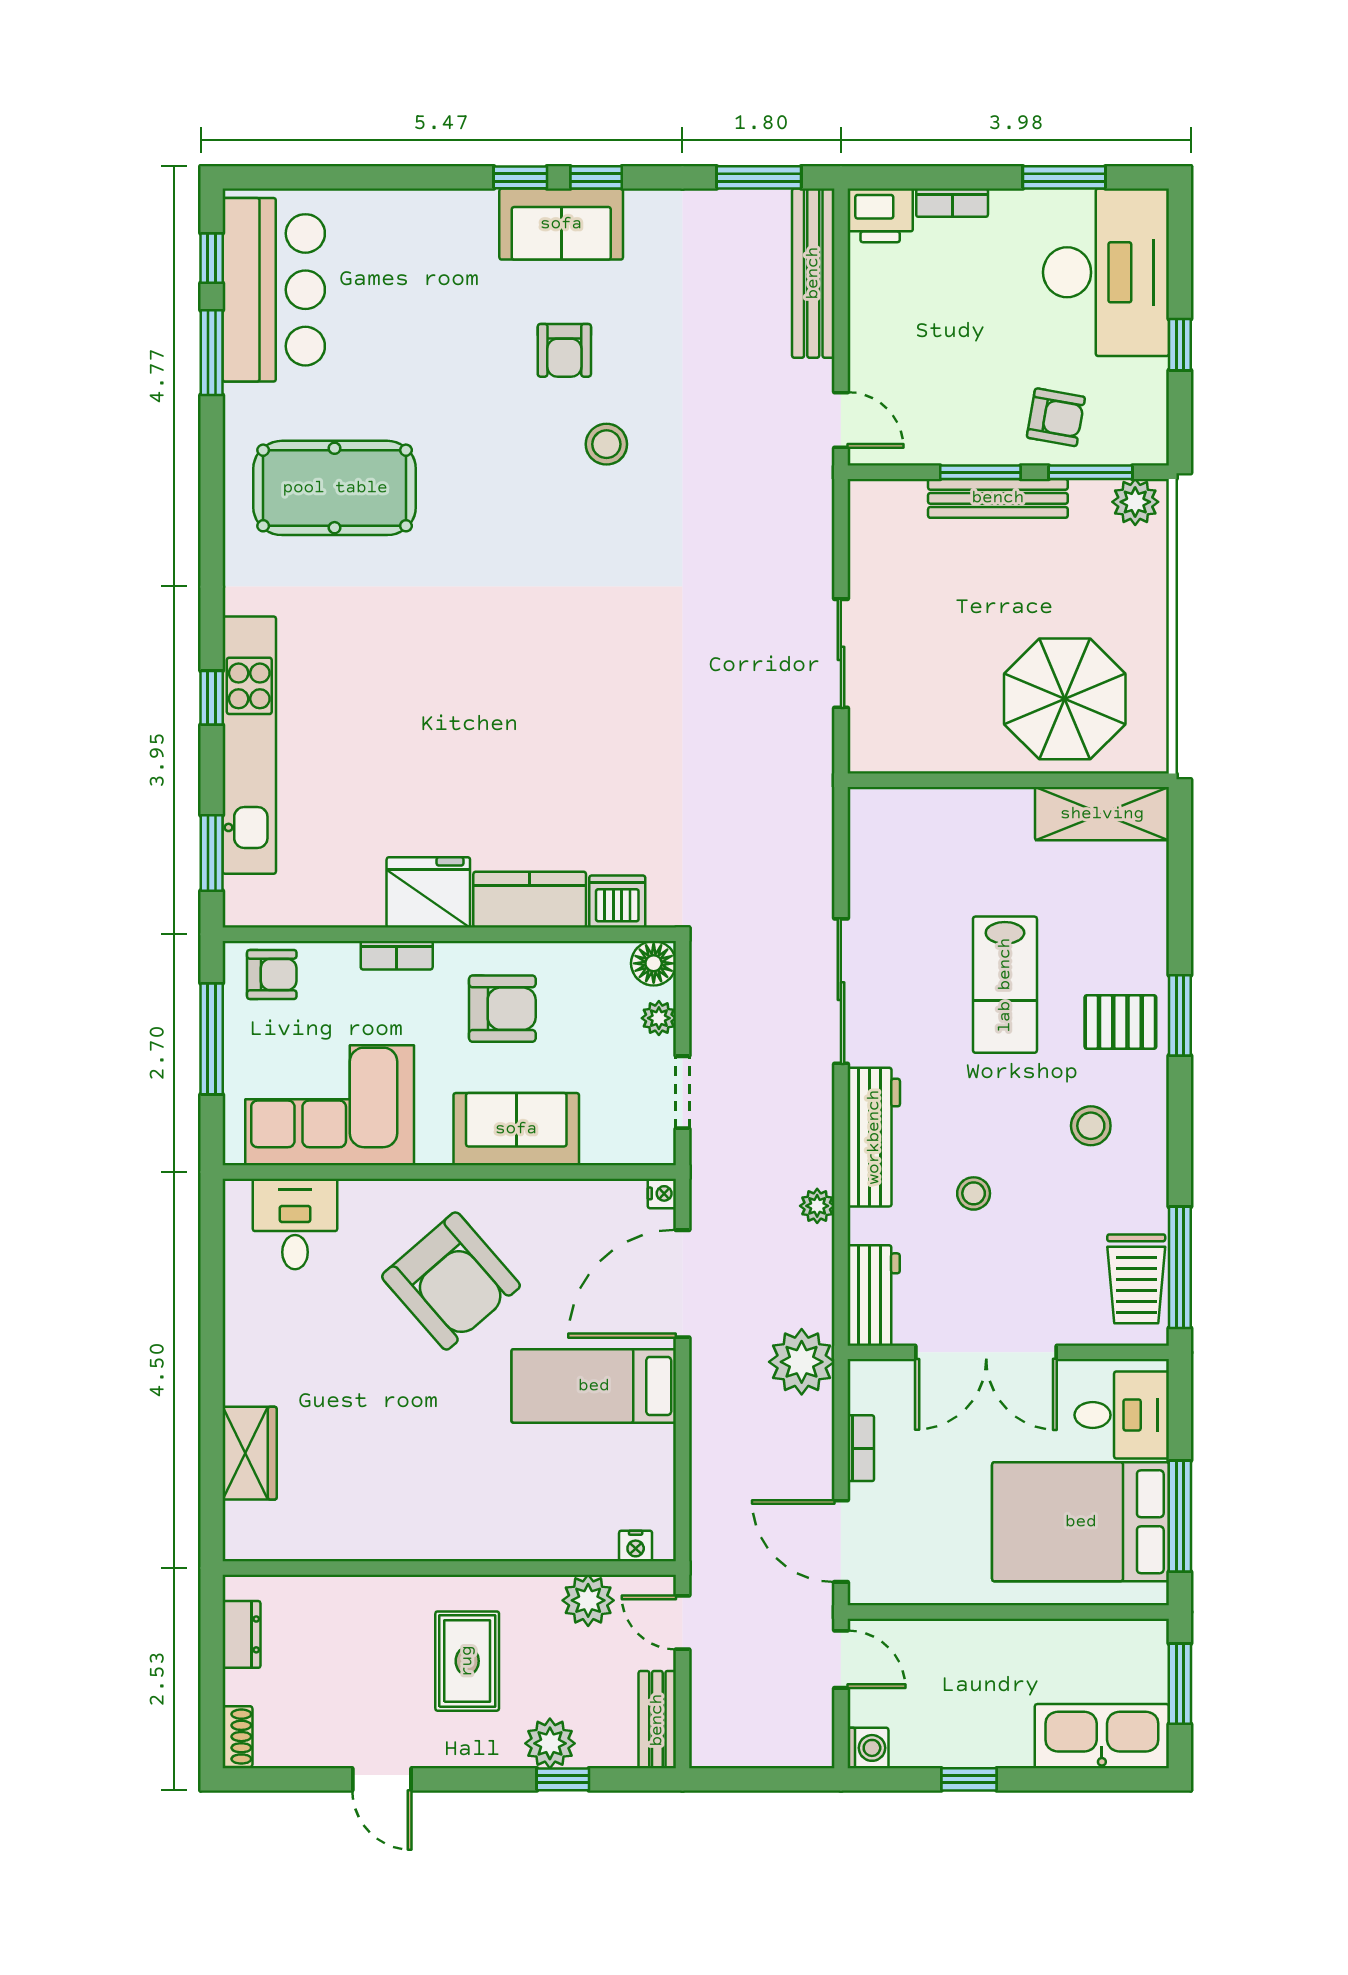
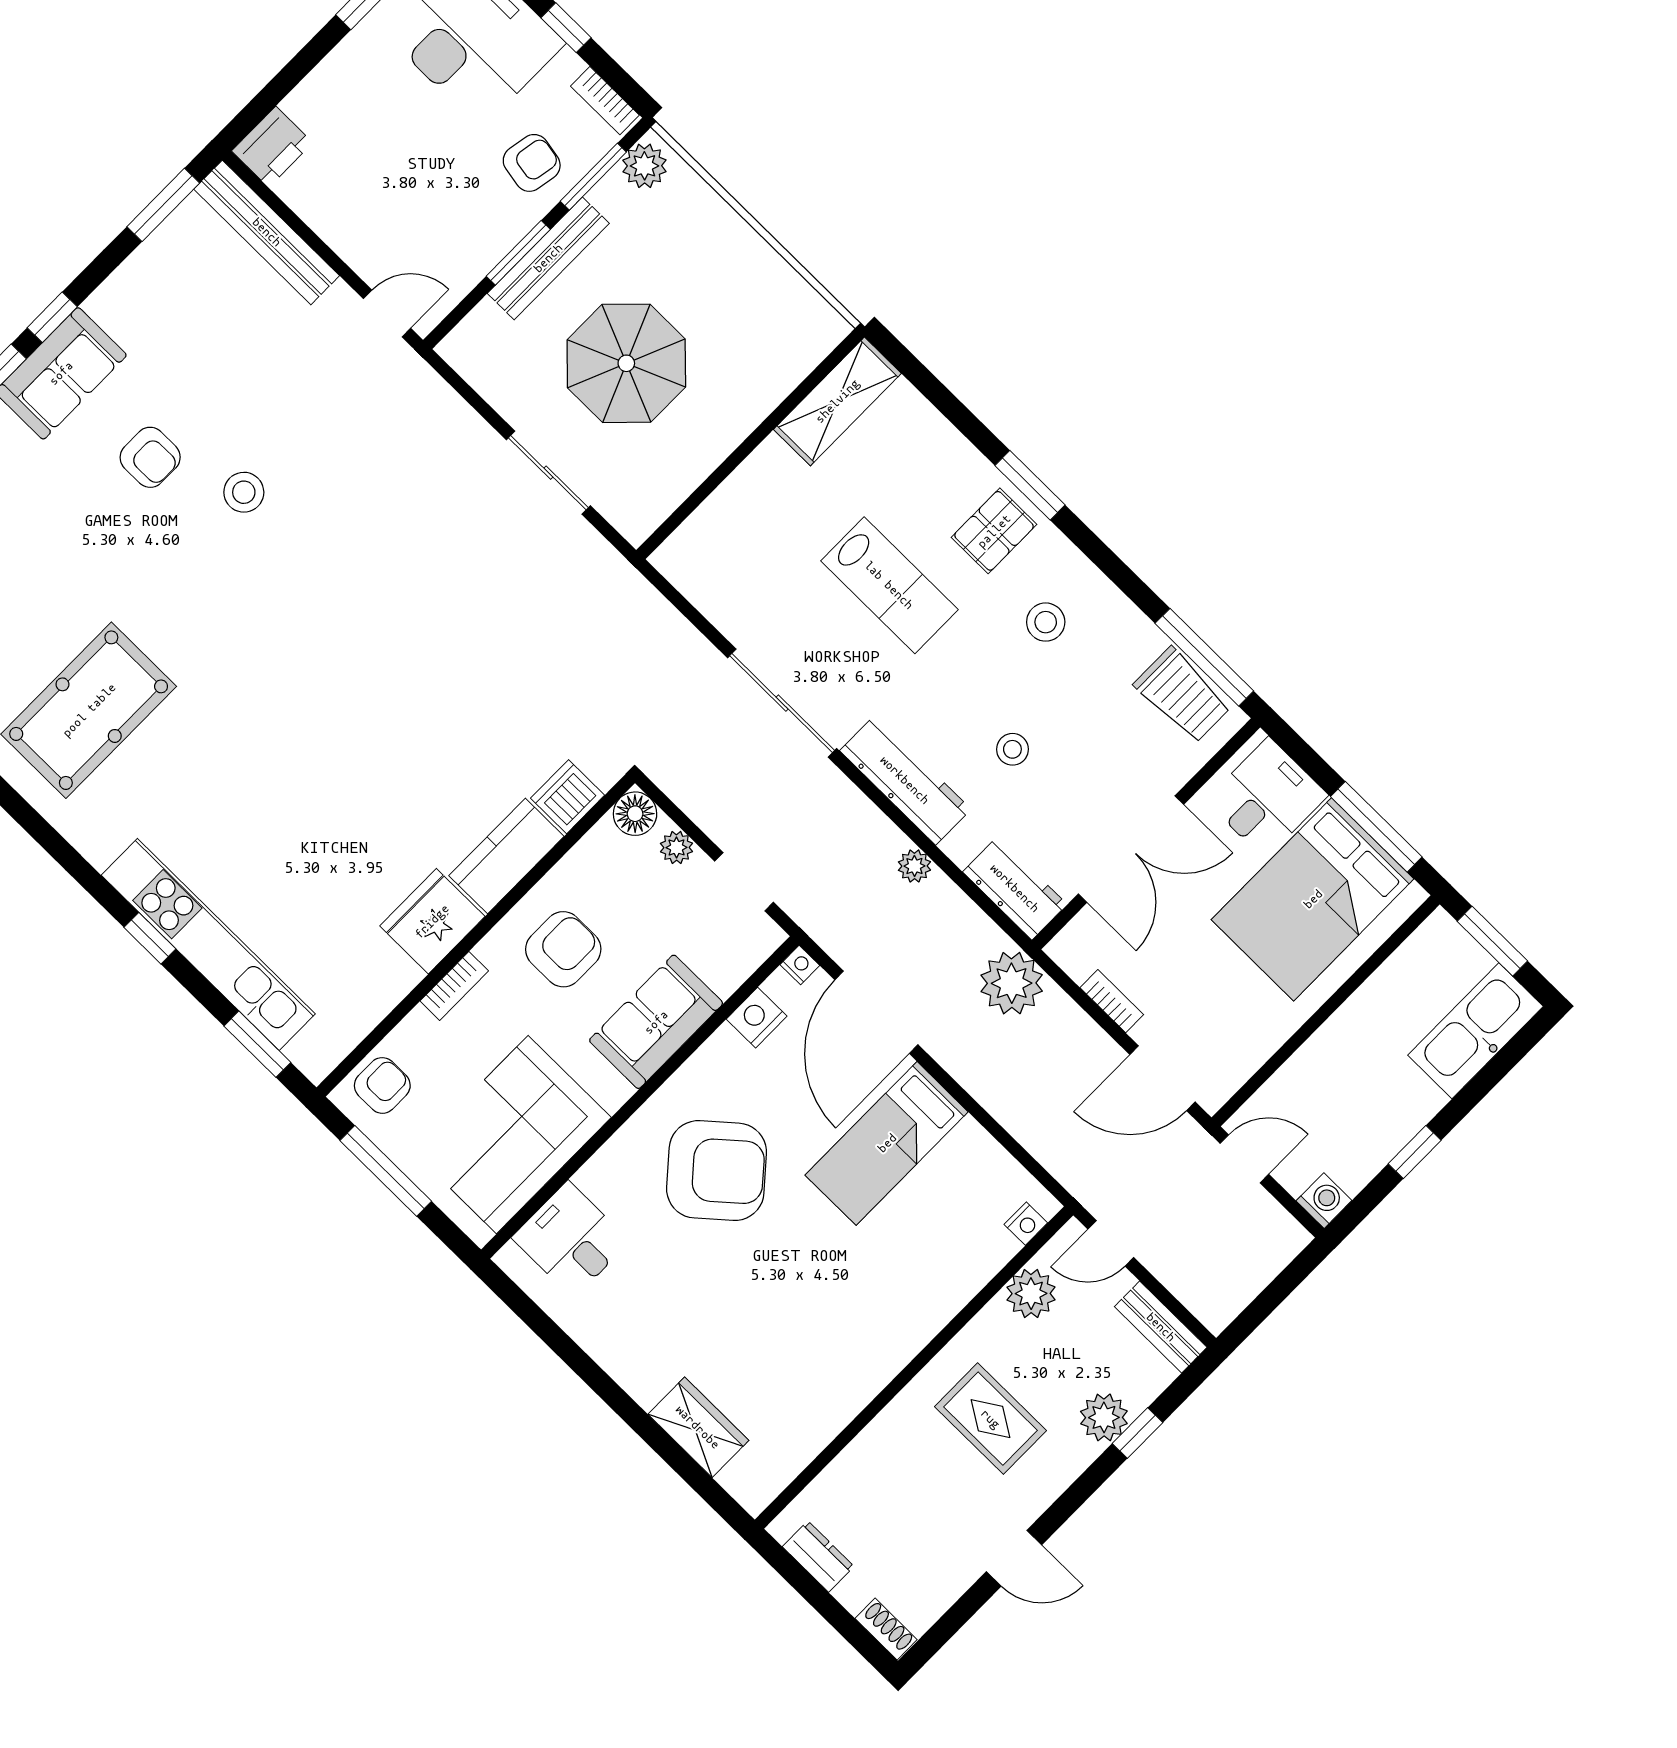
bookcase: (952, 203) -> (605, 101), moved, turned 90
parasol: (1065, 699) -> (626, 363), moved
nightstand: (592, 1200) -> (757, 1018), added

